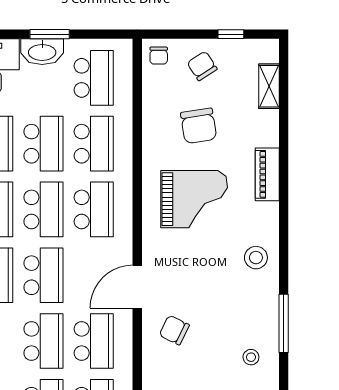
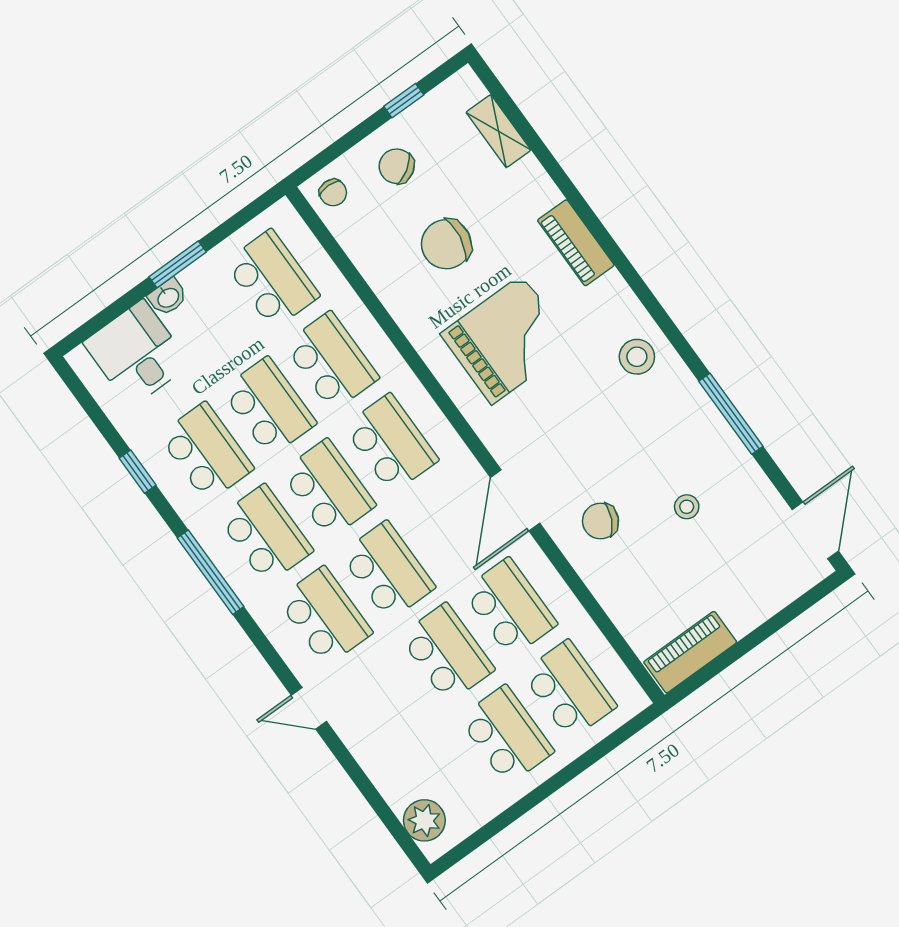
washbasin: (42, 52) -> (168, 297), width x0.52, depth x0.69
chair: (199, 126) -> (446, 244), turned 108
stool: (251, 357) -> (687, 507), moved

